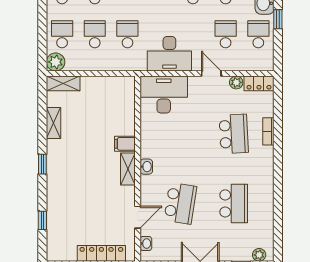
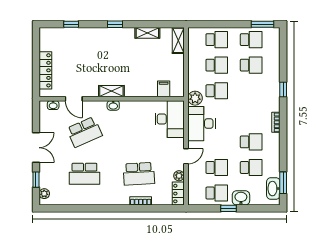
plant: (56, 62) -> (195, 98), moved
filing cabinet: (125, 144) -> (164, 89), moved
school desk: (180, 203) -> (84, 132), turned -33

